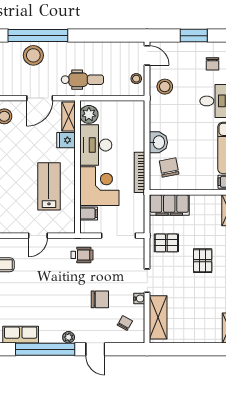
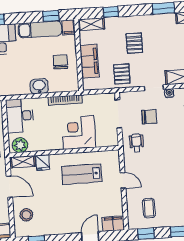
desk: (96, 145) -> (20, 116), moved, turned 90
chair: (169, 168) -> (60, 62), moved, turned 102
filing cabinet: (169, 205) -> (89, 61), moved
filing cabinet: (89, 214) -> (102, 140), removed
pallet: (203, 261) -> (134, 43), turned 90
chair: (100, 299) -> (149, 117), moved, turned 90

